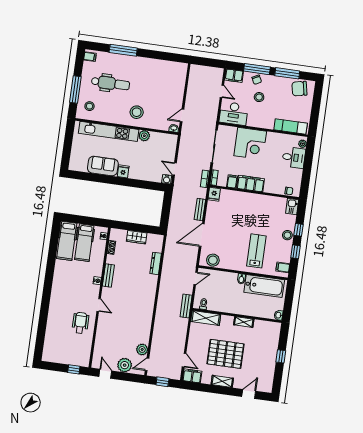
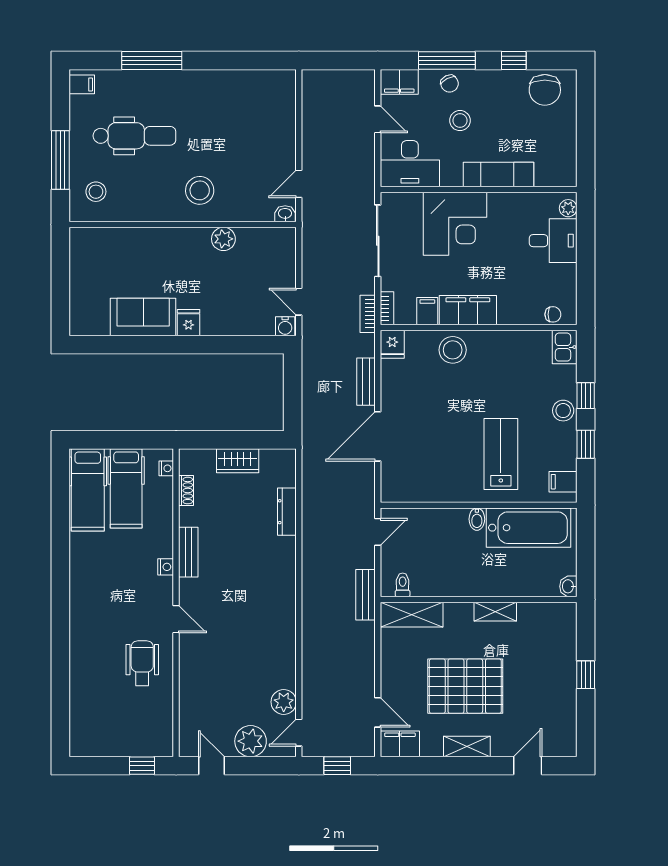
window: (287, 73) -> (514, 61), width x0.46
chair: (299, 89) -> (545, 90), turned -78
exam couch: (291, 126) -> (498, 174), moved
kitchen unit: (109, 131) -> (145, 241), removed
stool: (213, 260) -> (453, 350), moved

